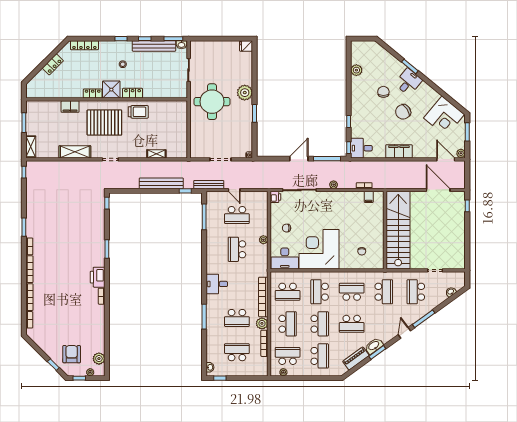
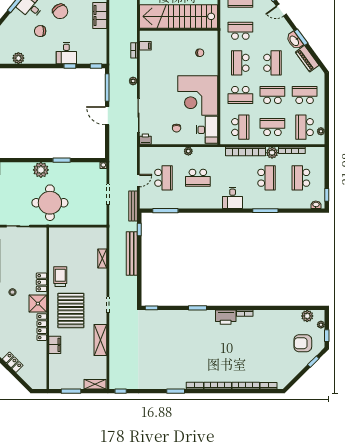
locker: (93, 94) -> (42, 327), width x1.53
desk: (361, 148) -> (66, 53), moved

